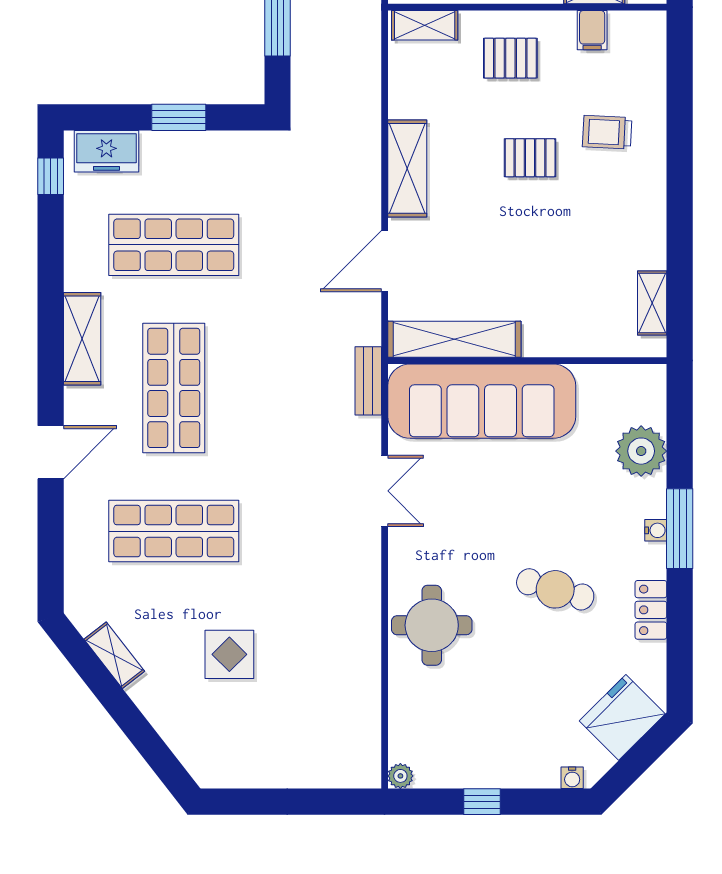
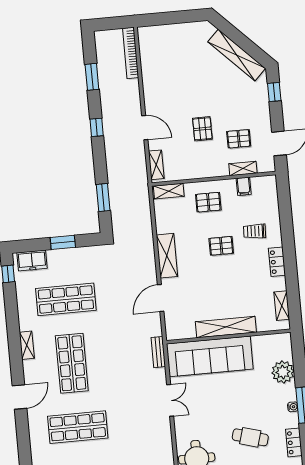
locker: (650, 205) -> (277, 262), added
shelving: (82, 339) -> (27, 345), width x0.67, depth x0.75
shelving: (454, 339) -> (226, 327), moved

